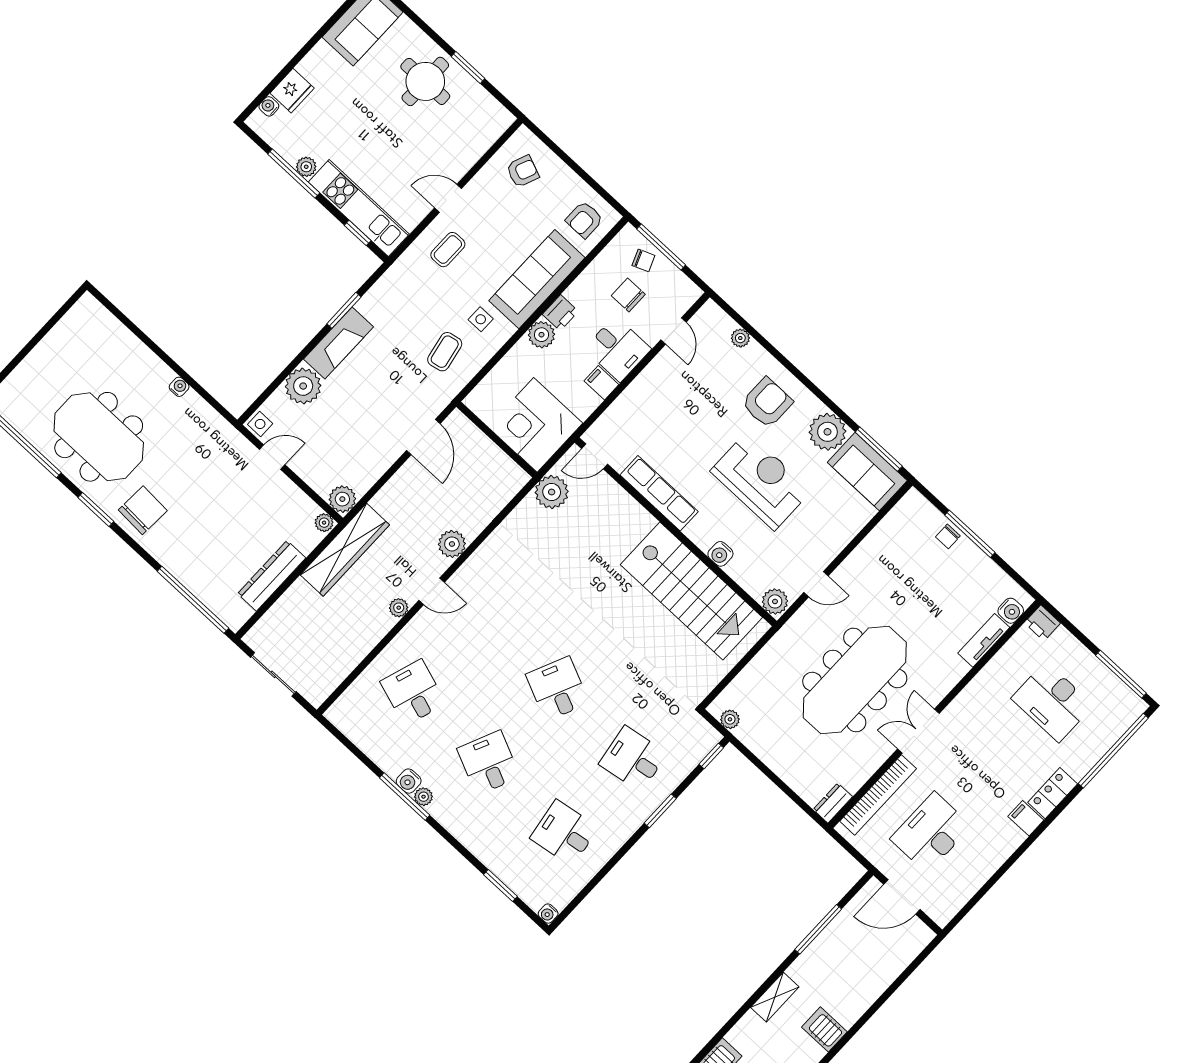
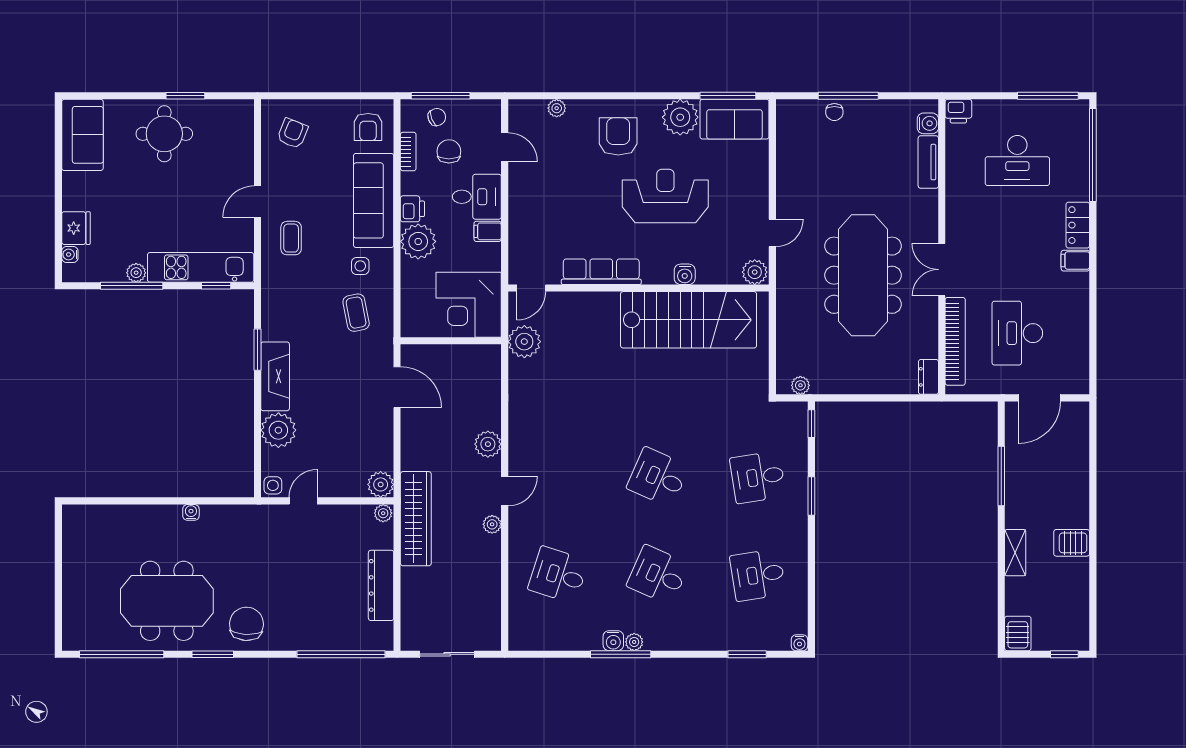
bookcase: (597, 266) -> (408, 152), added
chair: (628, 295) -> (449, 151), turned 90
plant: (541, 335) -> (418, 241), width x1.36, depth x1.36

